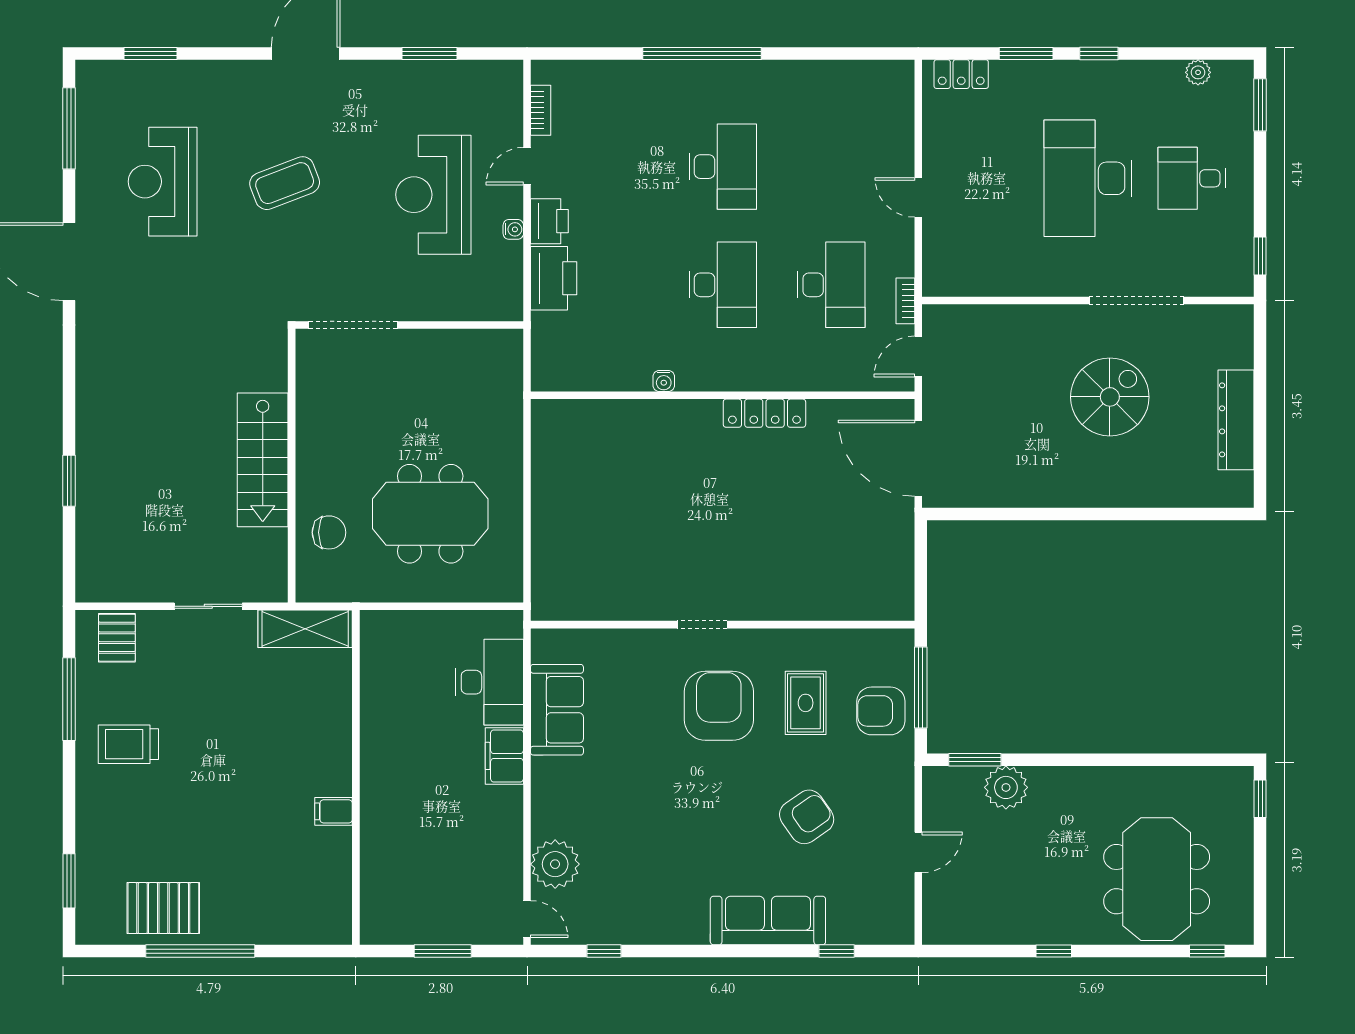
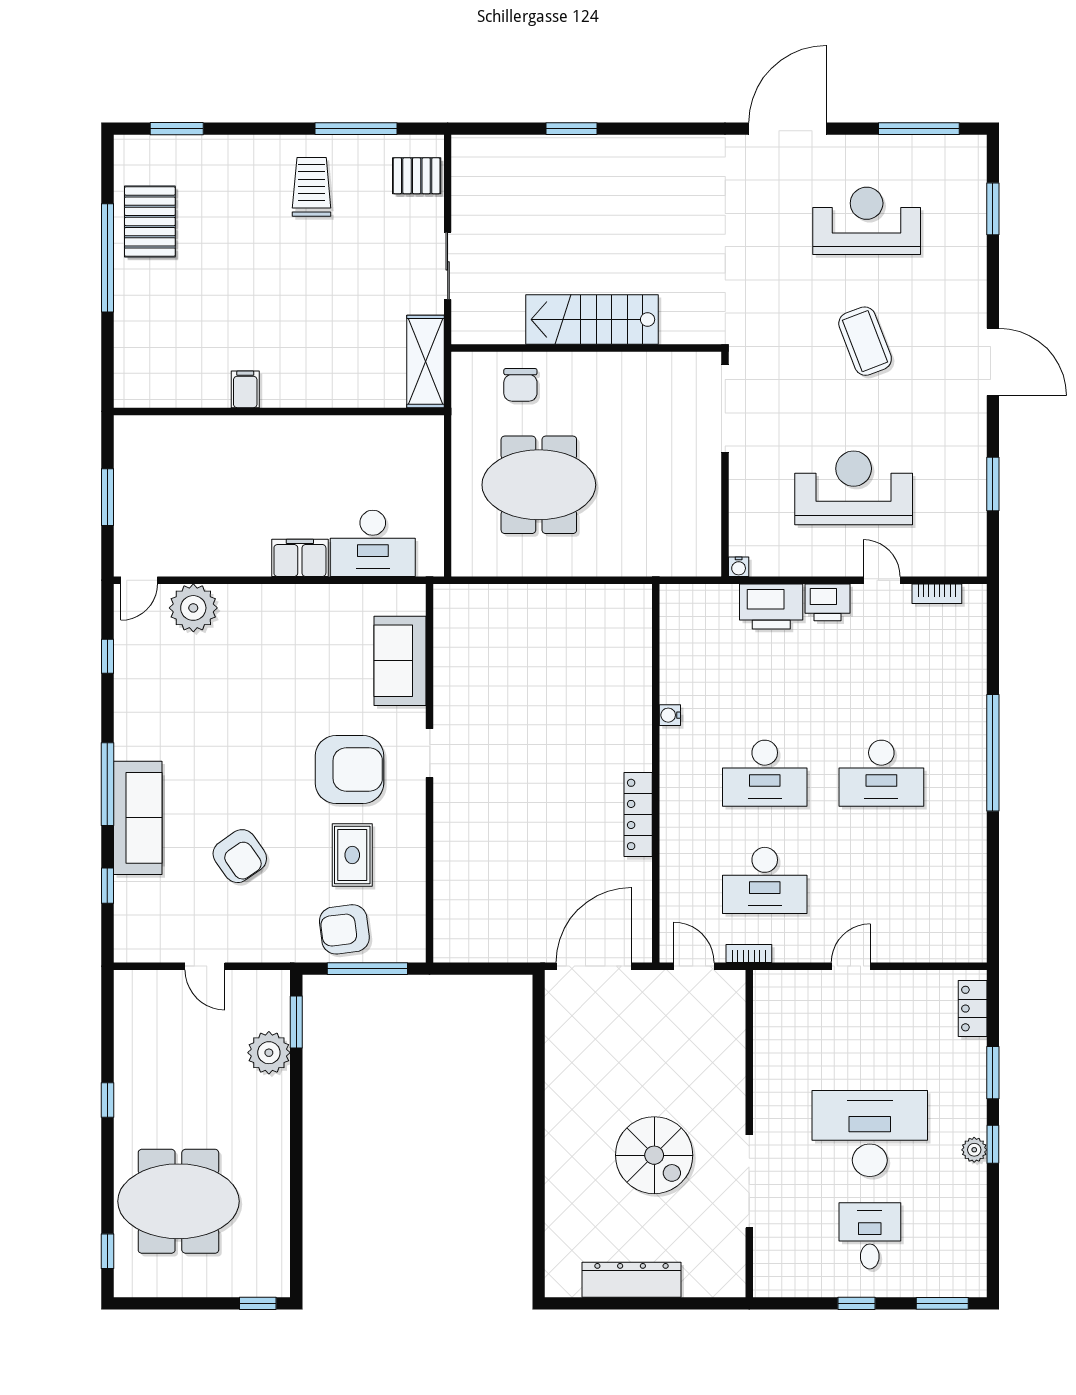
plant: (1198, 72) -> (974, 1150), moved
water cooler: (513, 229) -> (739, 567), moved
window: (1260, 256) -> (856, 1303), moved
meeting table: (430, 514) -> (539, 485), turned 90
rug: (806, 703) -> (352, 855), turned 90
sofa: (557, 710) -> (400, 661), moved, turned 90
armchair: (881, 711) -> (344, 929), turned -97
window: (734, 951) -> (107, 784), added

